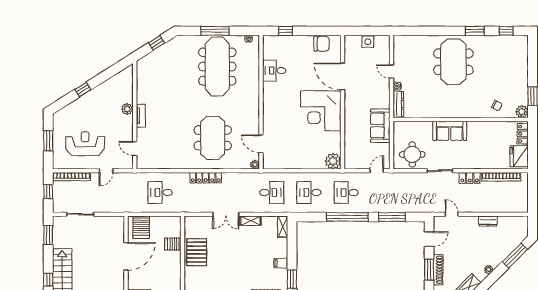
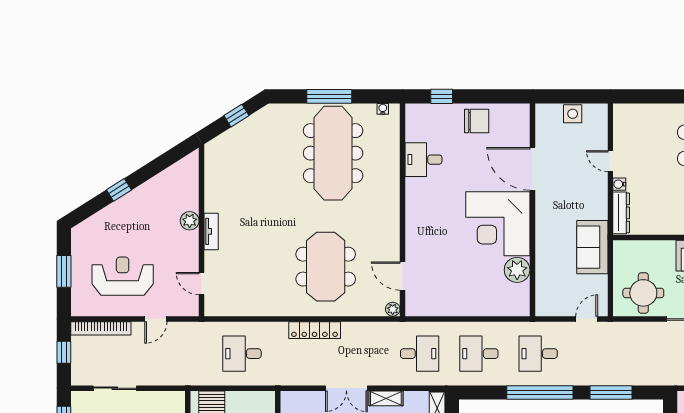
chair: (322, 44) -> (477, 121), moved
plant: (333, 161) -> (517, 270), moved

